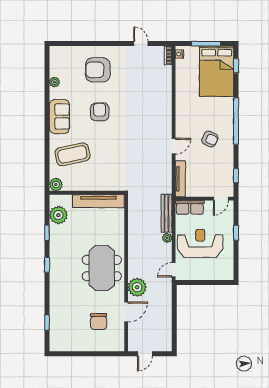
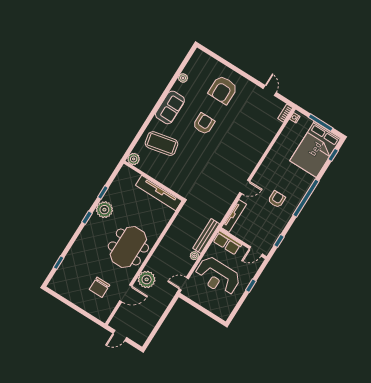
armchair: (98, 70) -> (223, 90), turned -90
armchair: (210, 139) -> (277, 199), turned -114
plant: (58, 215) -> (104, 210), moved
reception desk: (200, 243) -> (218, 276), turned 180

